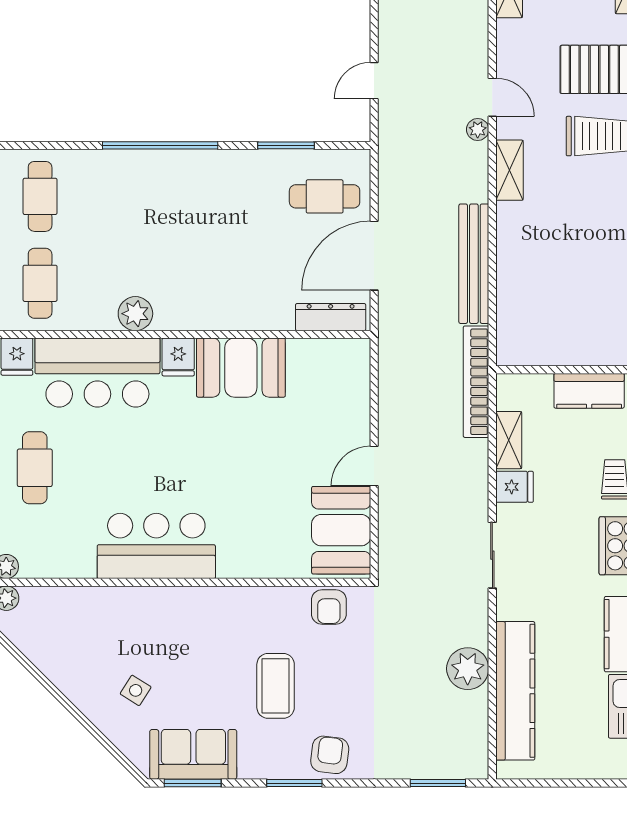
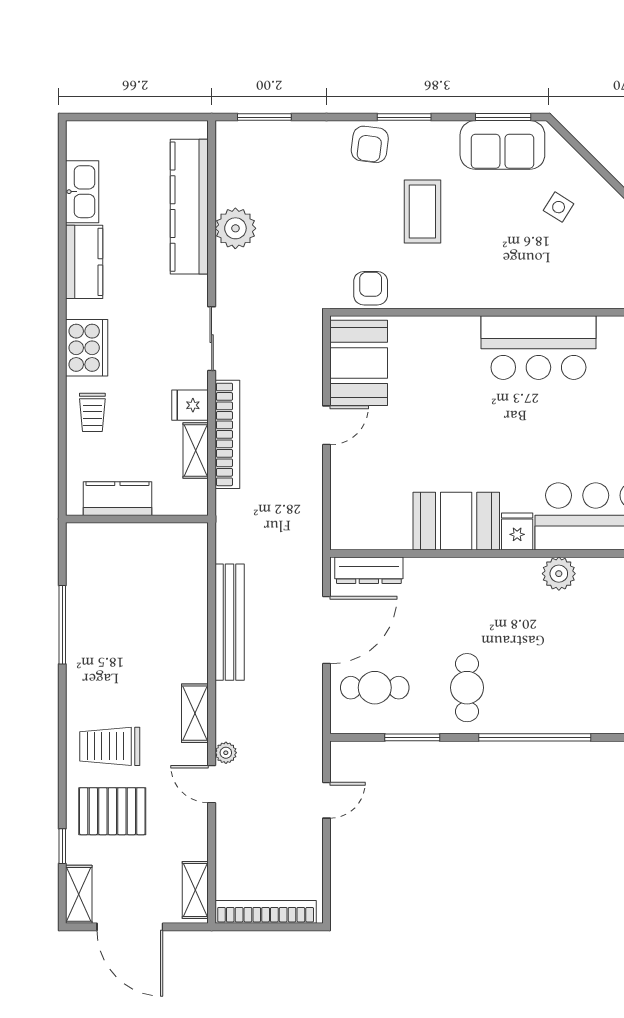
cafe table: (230, 196) -> (467, 688), added
bookcase: (476, 382) -> (227, 434), moved

